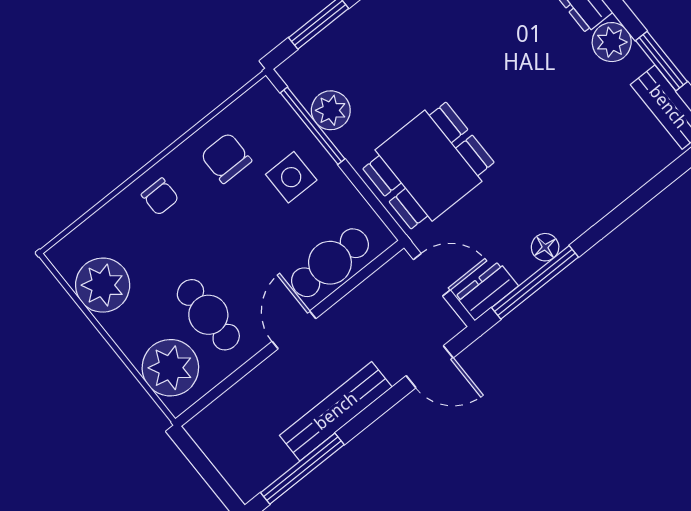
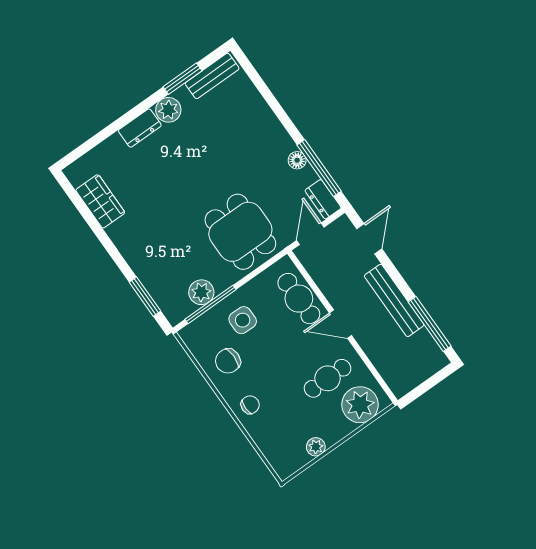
plant: (103, 285) -> (316, 447), width x0.53, depth x0.53

